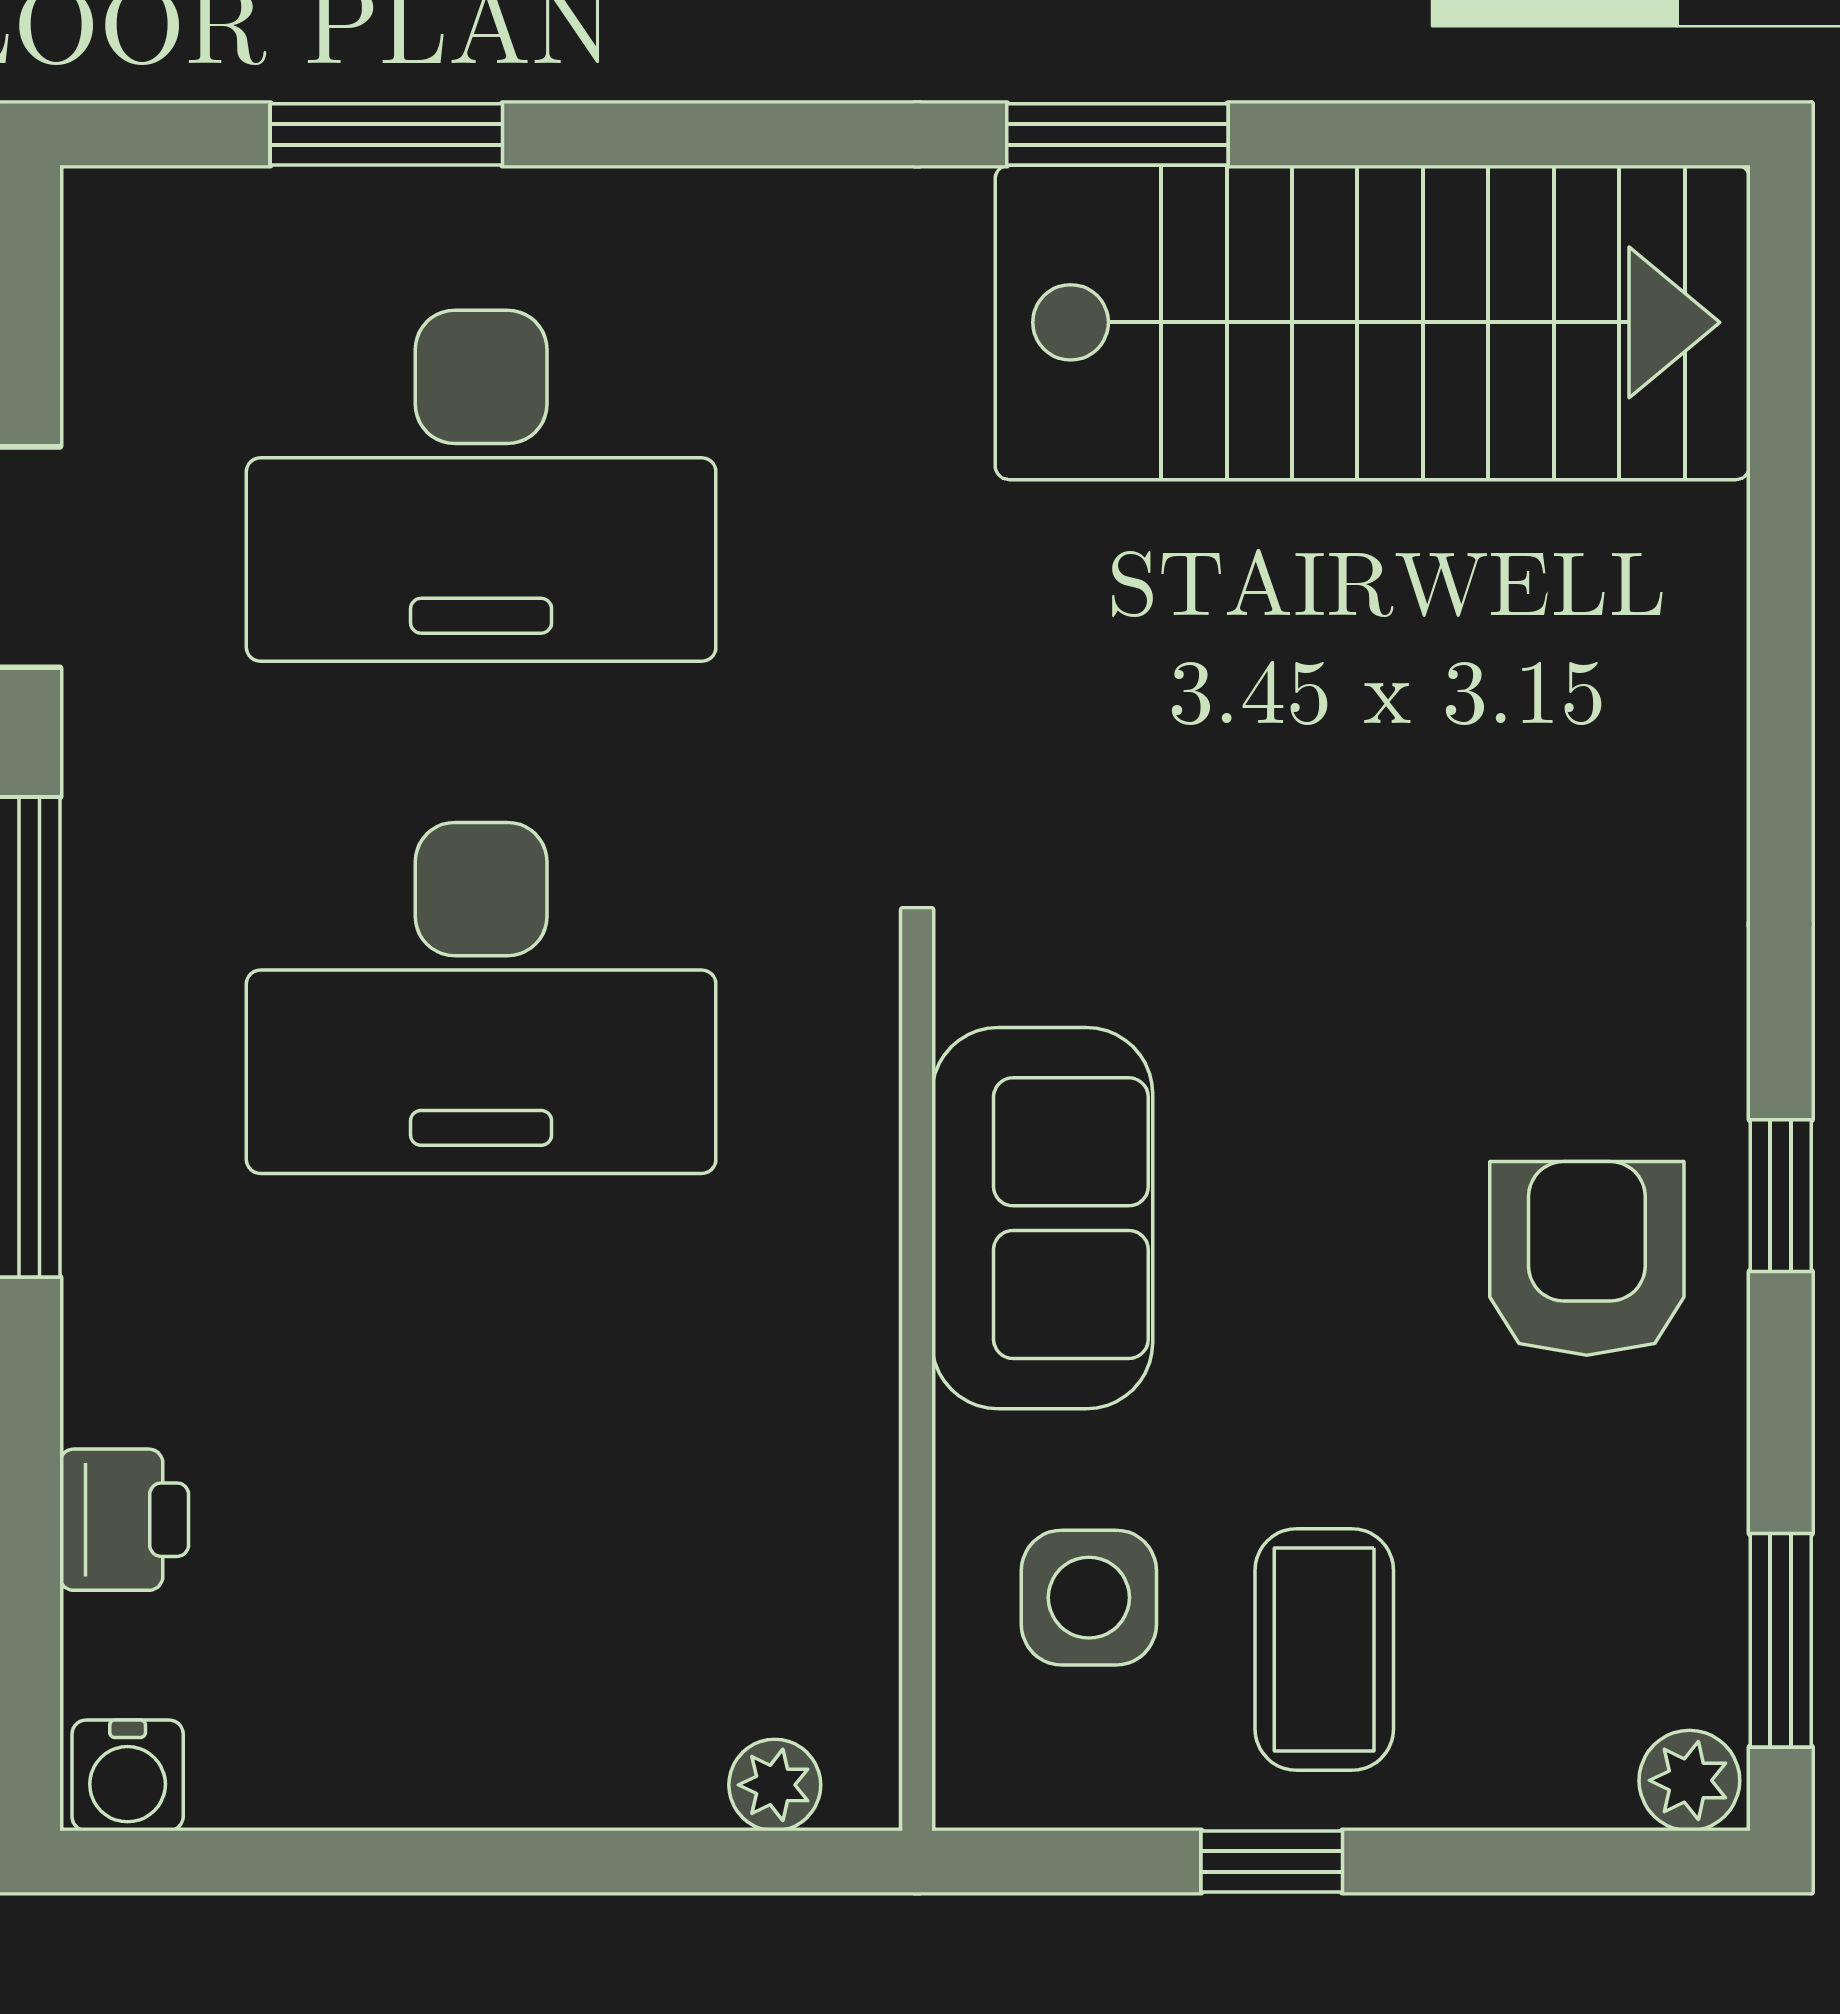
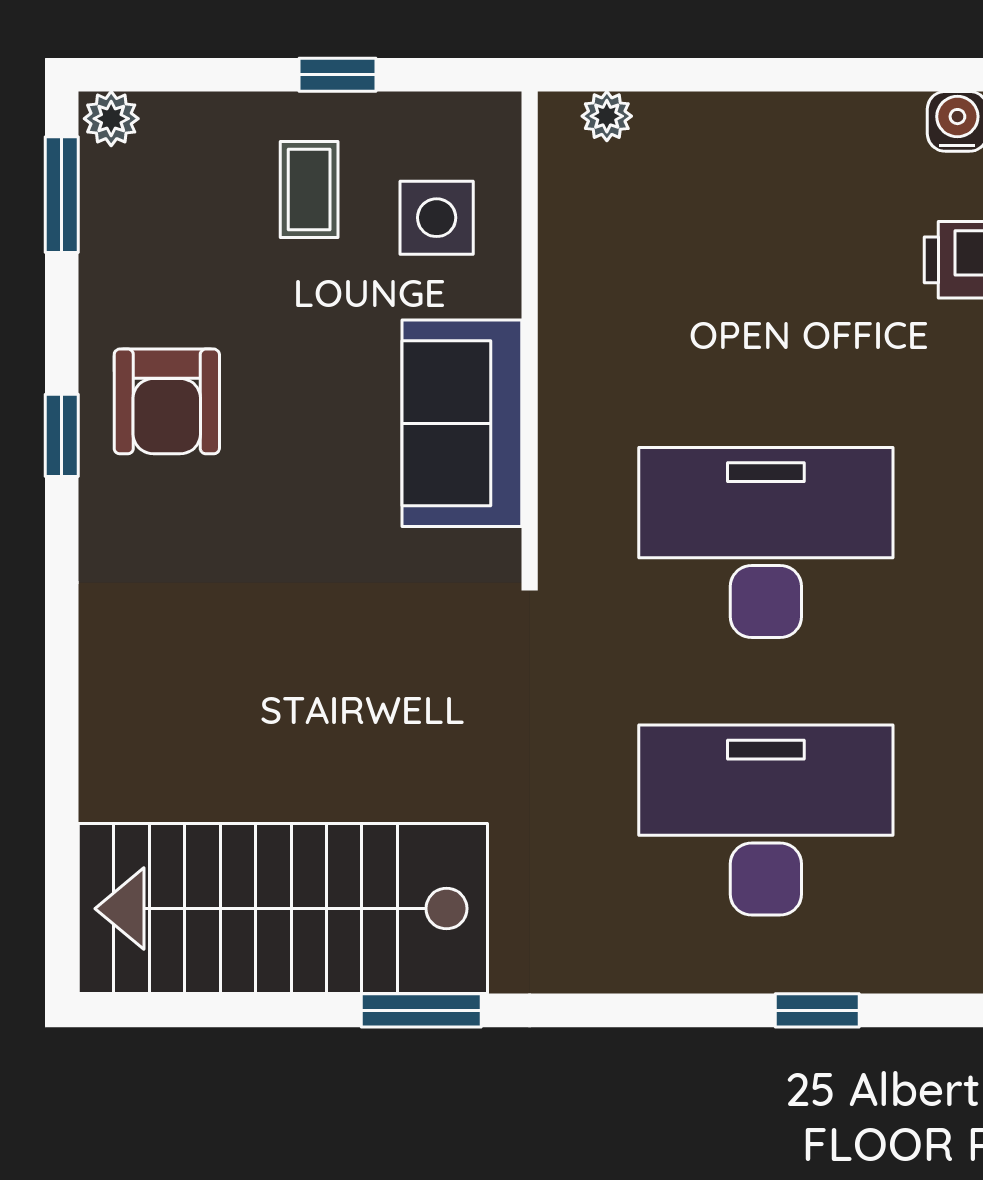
window: (386, 134) -> (817, 1010), width x0.67
coffee table: (1324, 1650) -> (309, 189), width x0.73, depth x0.77

